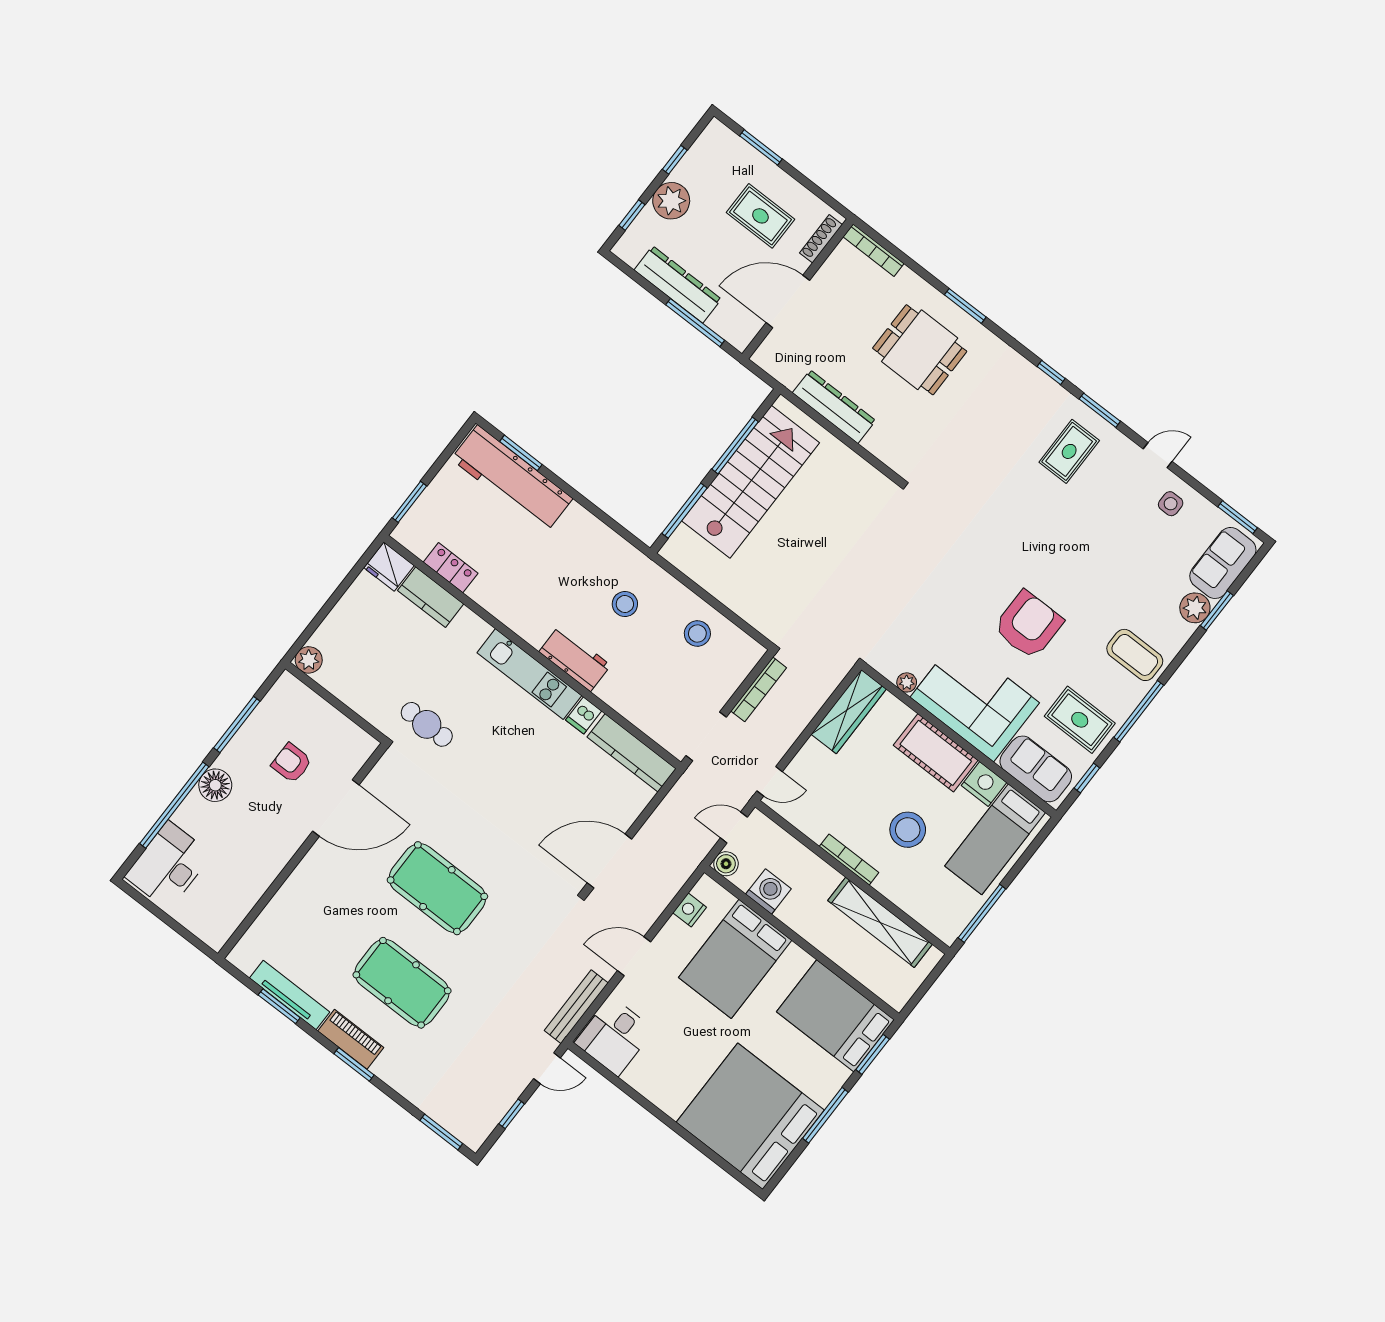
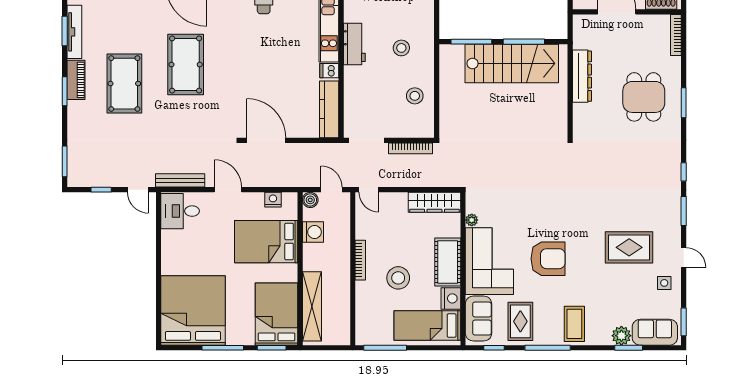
rug: (1069, 451) -> (629, 247), moved, width x1.36, depth x1.43
shelving: (880, 922) -> (312, 306), moved

